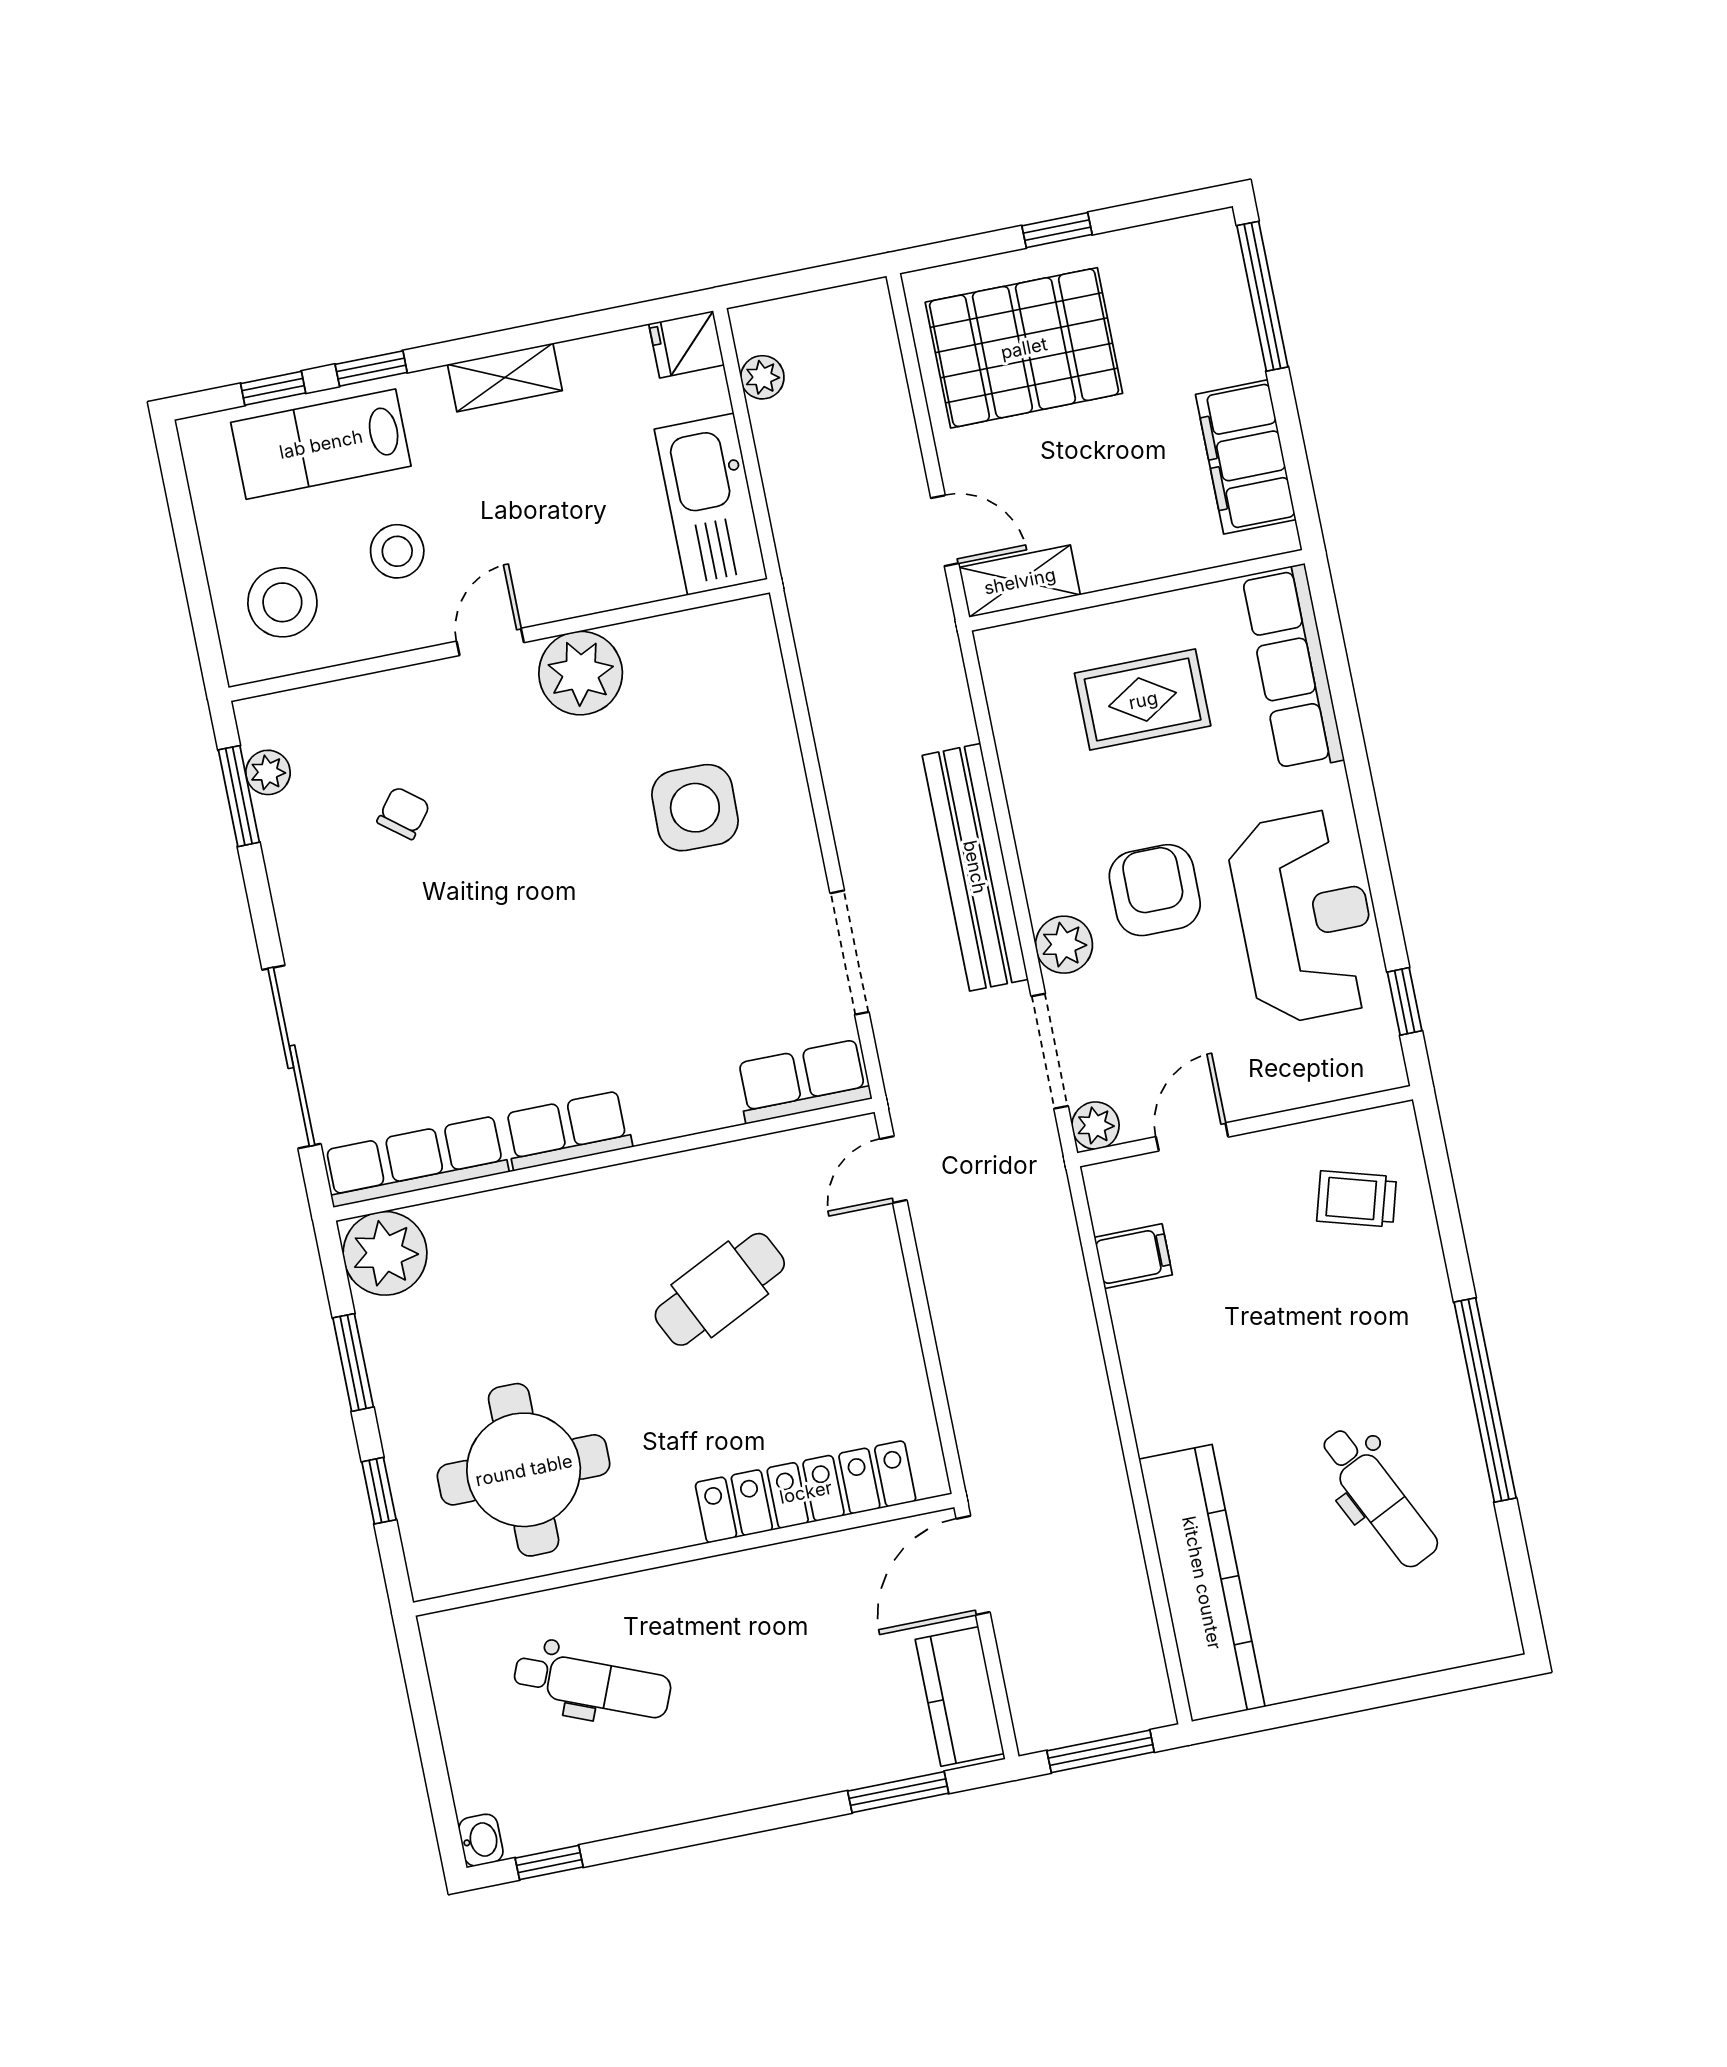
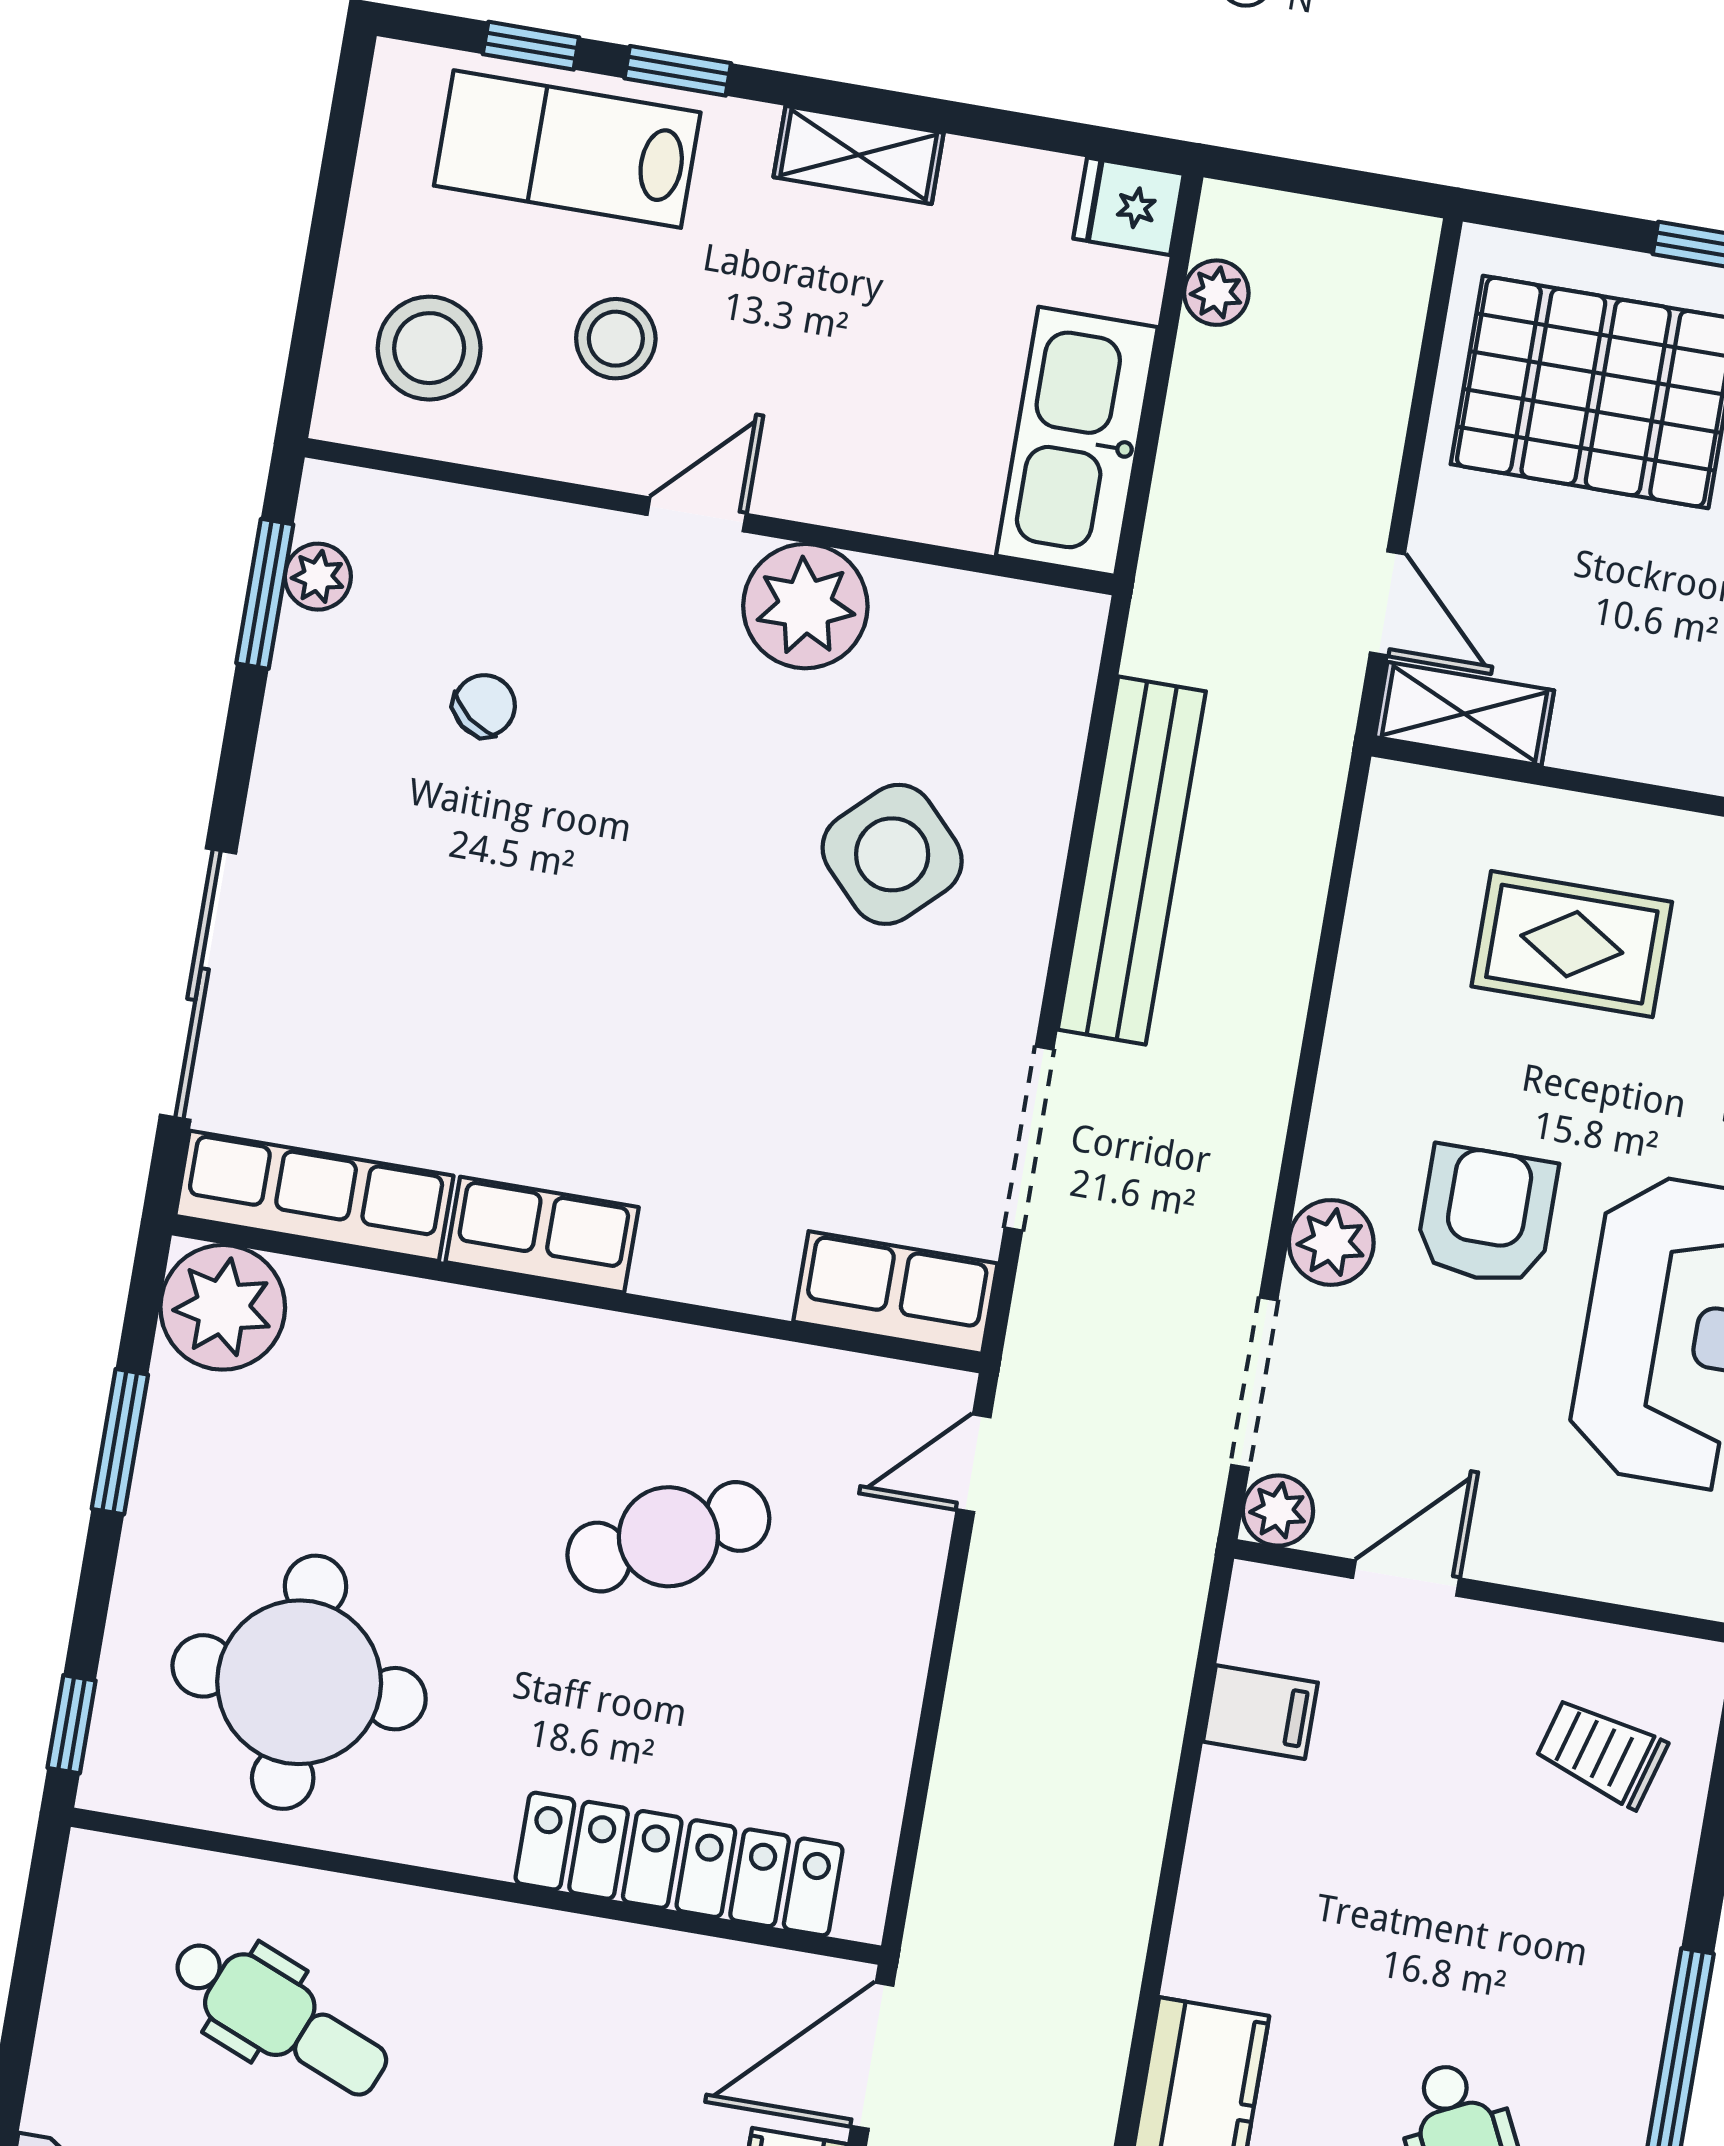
side table: (695, 808) -> (892, 854), turned 45
bench: (975, 867) -> (1132, 860), moved
window: (379, 1491) -> (72, 1724), moved

